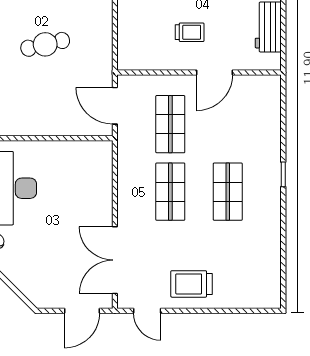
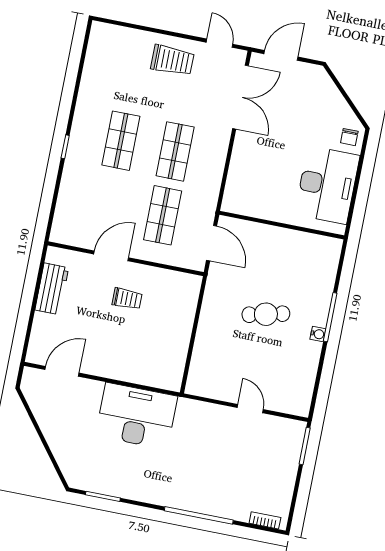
trolley: (190, 32) -> (127, 299), turned 180

